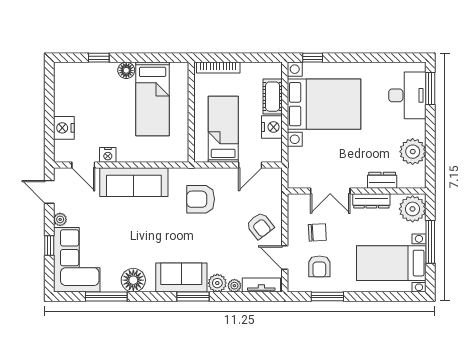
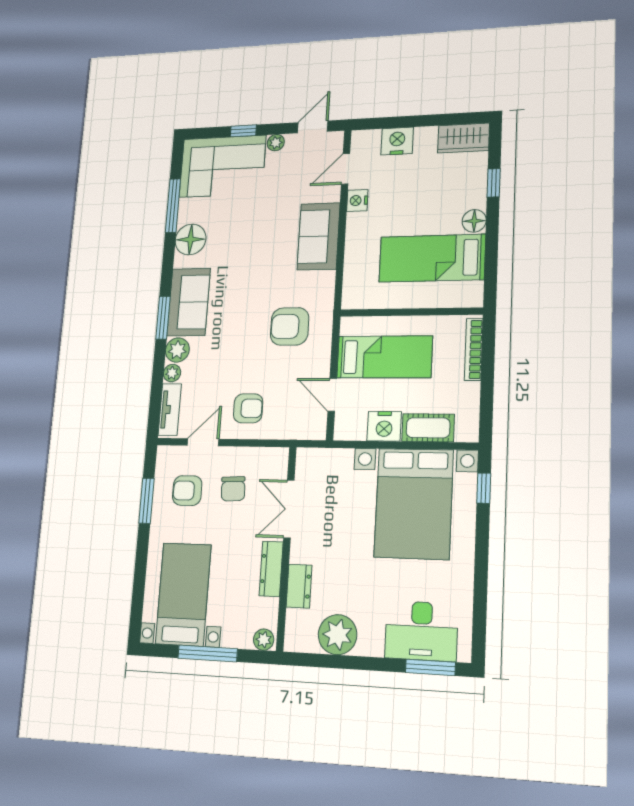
wardrobe: (64, 80) -> (463, 138), added
sofa: (134, 182) -> (319, 236), width x0.73
armchair: (201, 199) -> (290, 326), turned -90
plant: (413, 209) -> (264, 640), width x0.53, depth x0.53
armchair: (260, 226) -> (248, 408), turned -142

